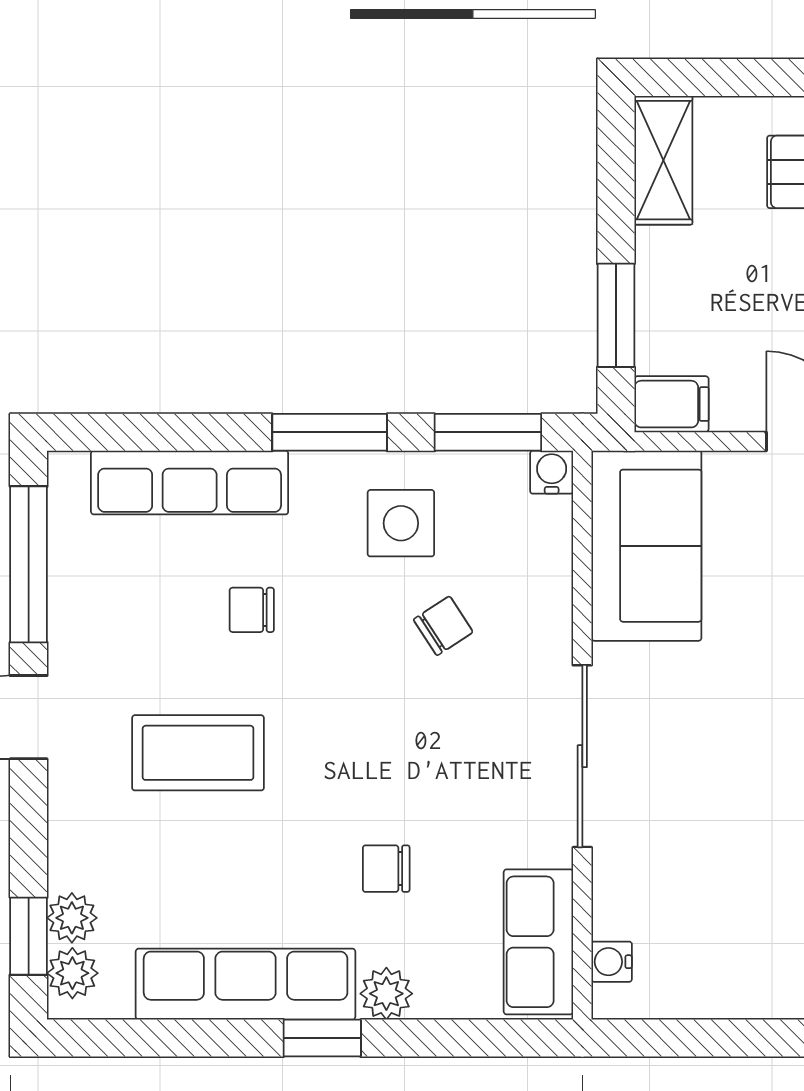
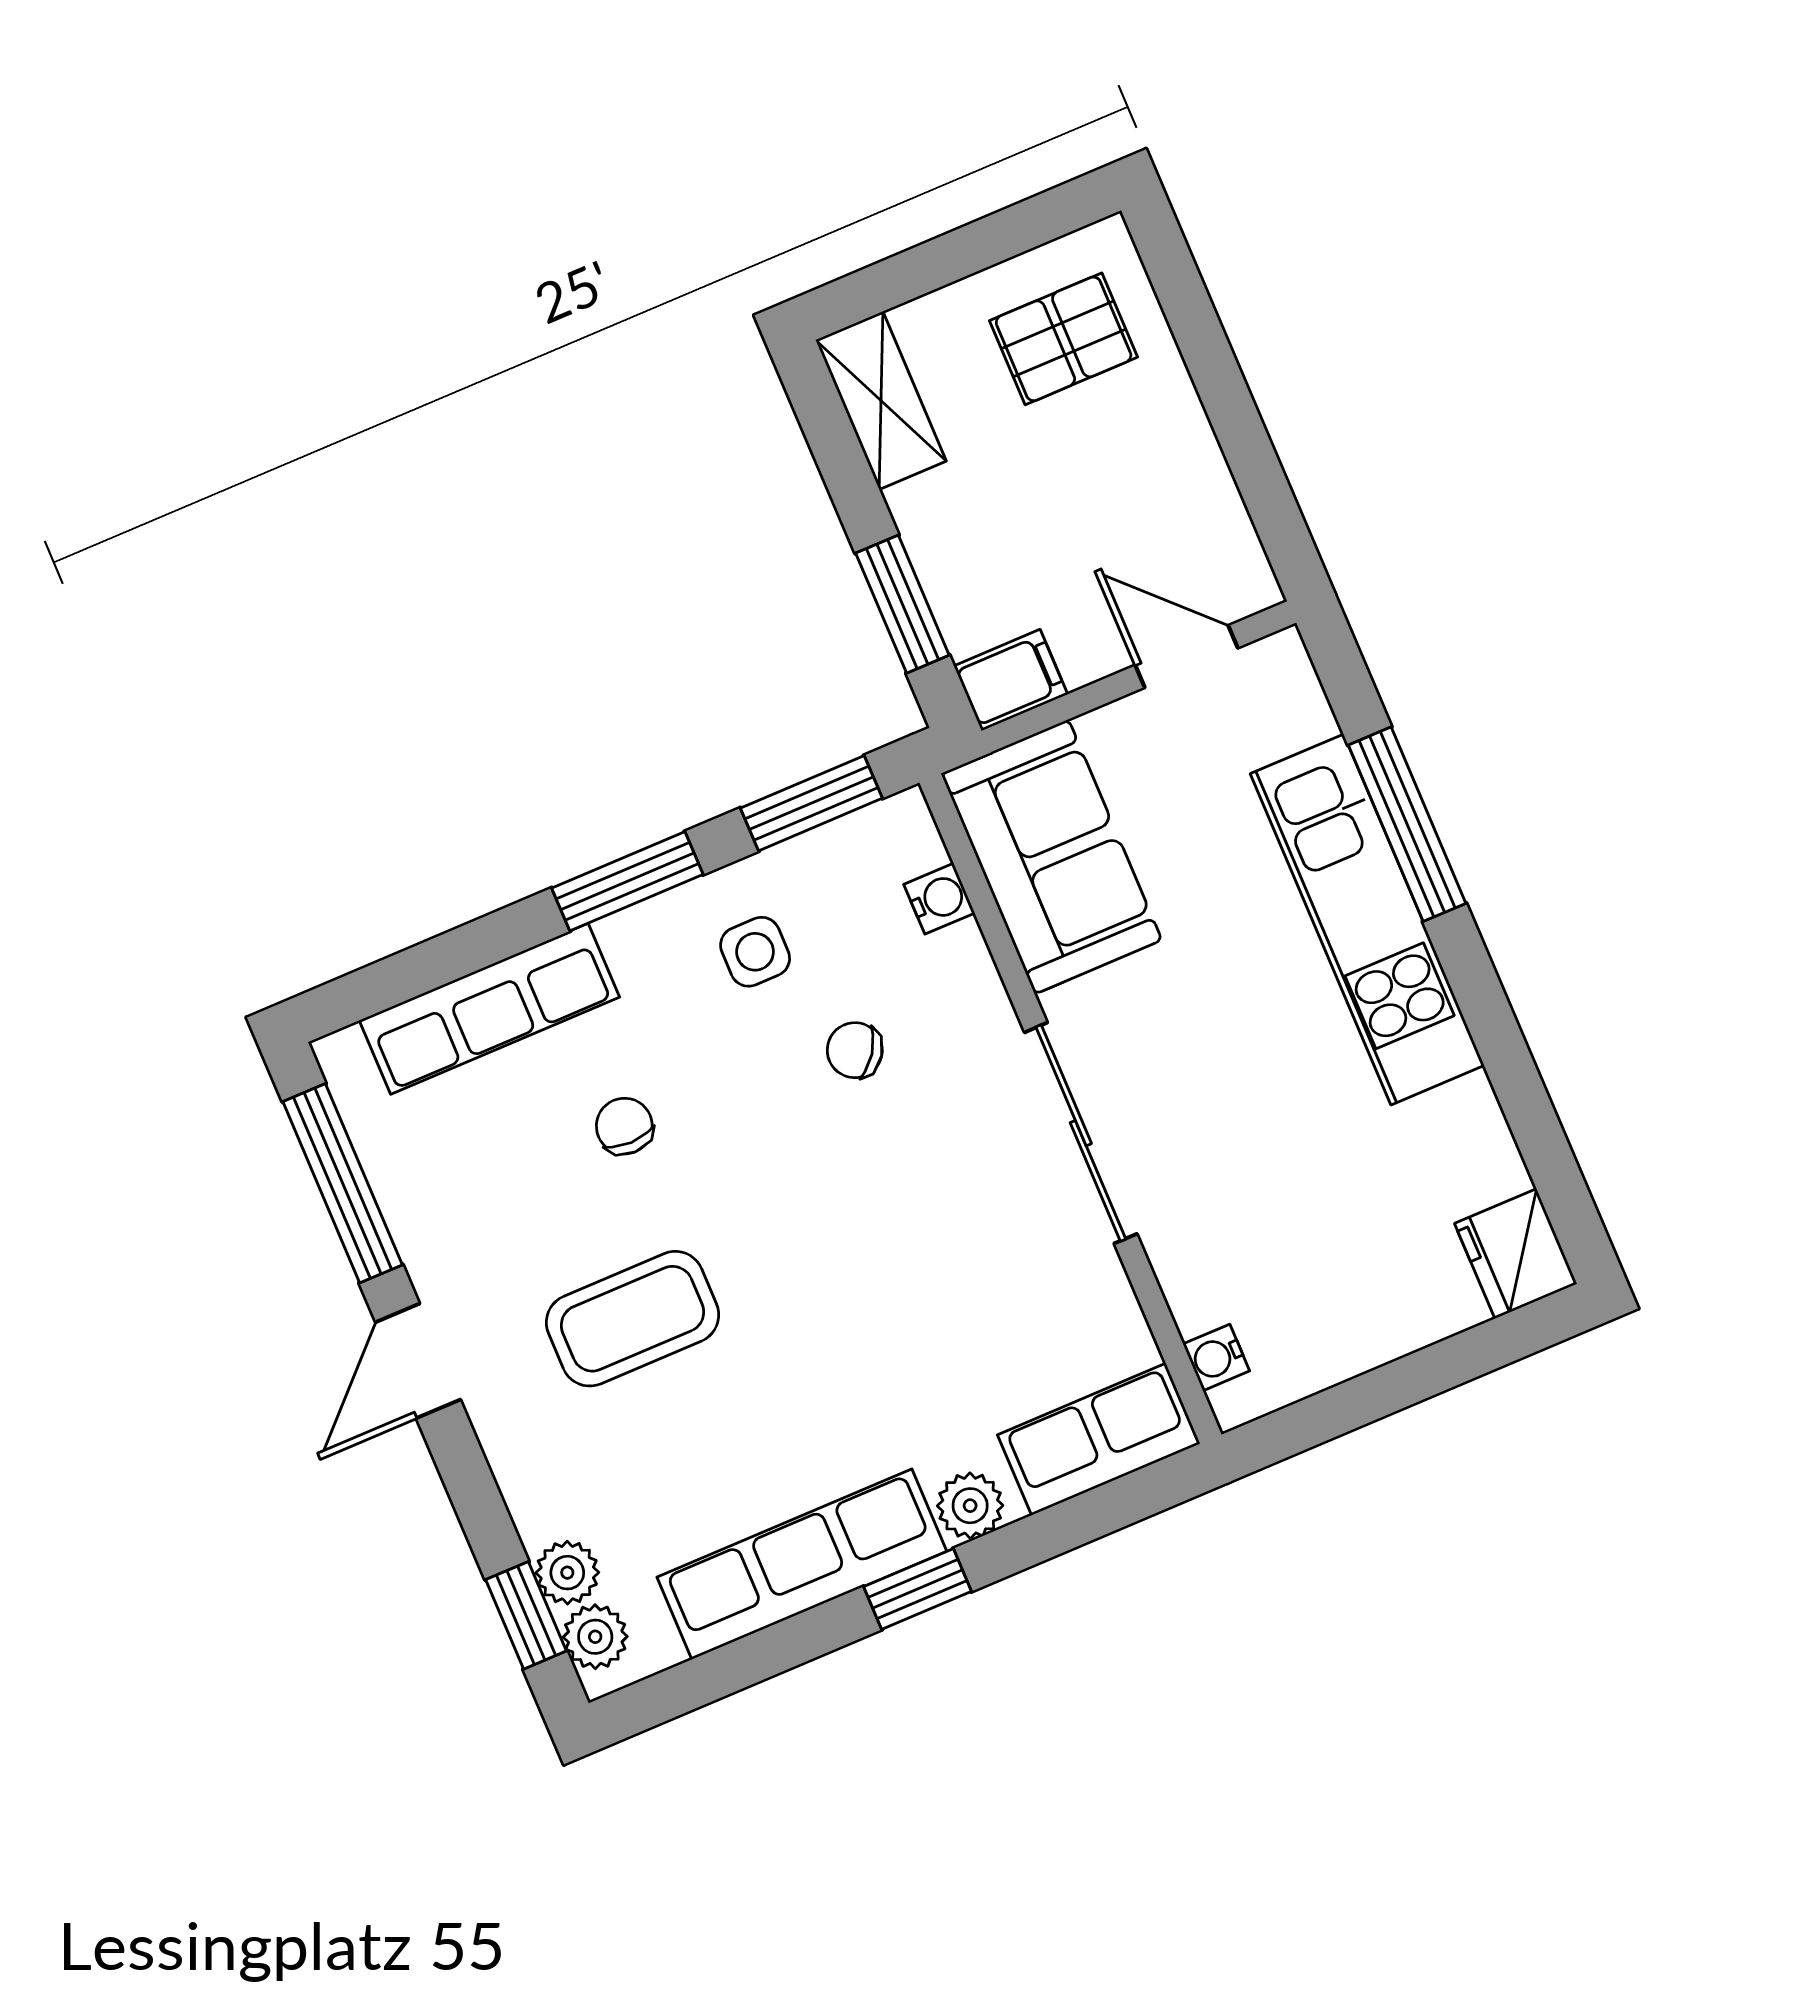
water cooler: (552, 472) -> (939, 899), moved, turned 90
side table: (401, 523) -> (755, 952), width x0.73, depth x0.73
chair: (252, 610) -> (624, 1126), turned 90
chair: (443, 626) -> (855, 1050), turned -112
chair: (386, 869) -> (908, 1360), removed
row of seats: (538, 942) -> (1099, 1439), moved, turned 90

